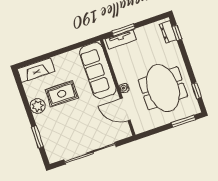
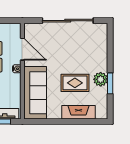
fireplace: (36, 70) -> (79, 112), moved
window: (38, 137) -> (110, 83), moved

